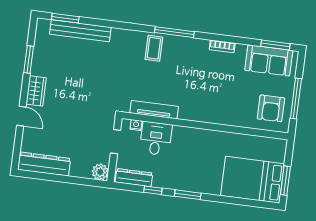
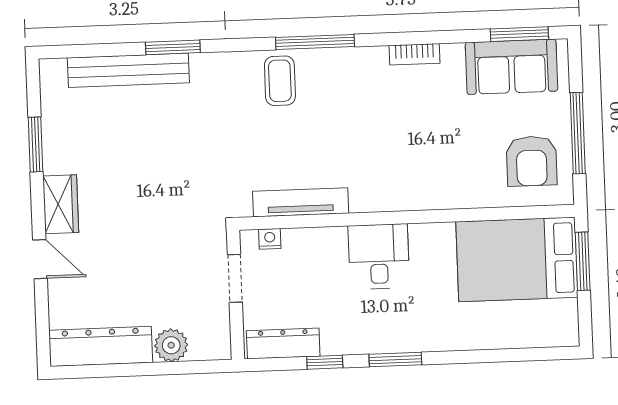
window: (65, 18) -> (173, 47), moved
desk: (156, 139) -> (379, 256), moved
plant: (100, 172) -> (171, 345), moved
bed: (253, 180) -> (517, 259), moved
window: (285, 181) -> (583, 261), moved

